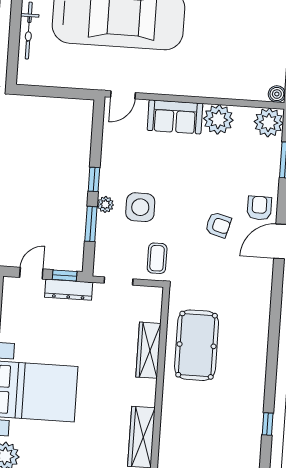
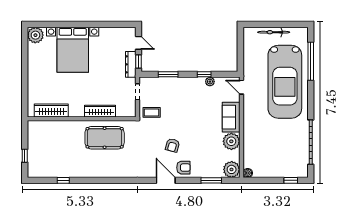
window: (94, 179) -> (204, 74), moved
plant: (105, 204) -> (210, 82), moved
side table: (140, 207) -> (179, 101), removed

